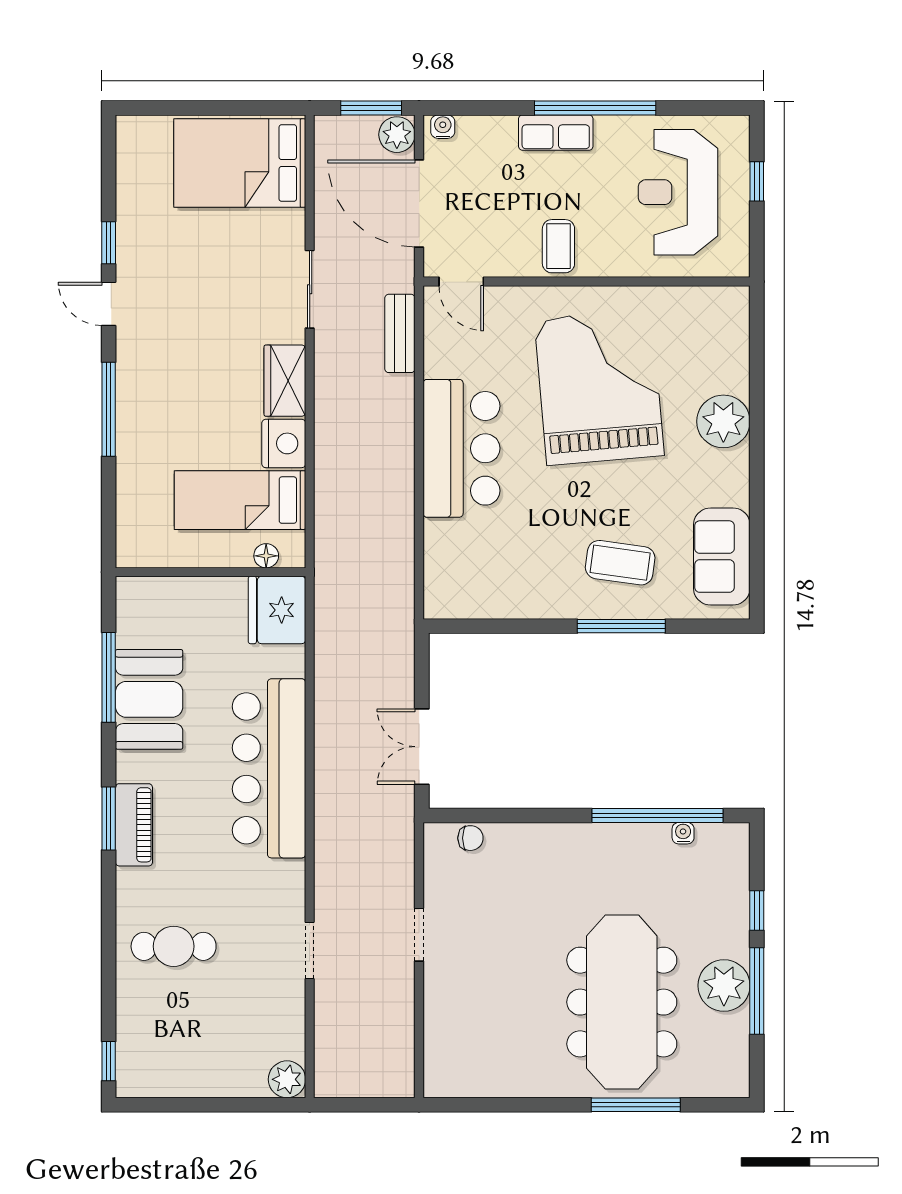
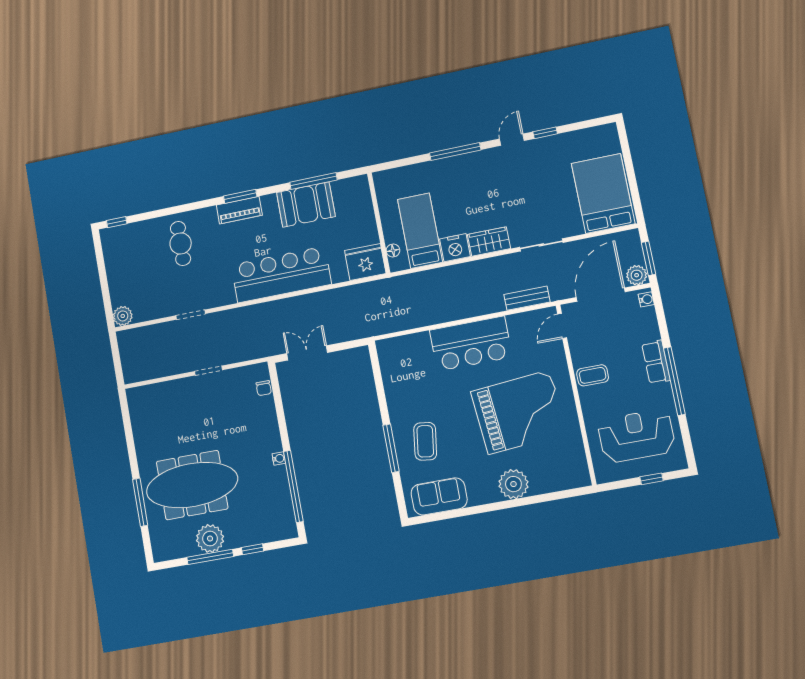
water cooler: (683, 833) -> (279, 458), moved

